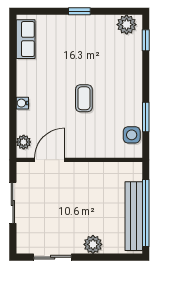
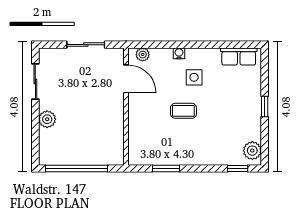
side table: (132, 135) -> (194, 77), moved
bench: (134, 216) -> (74, 157), removed

